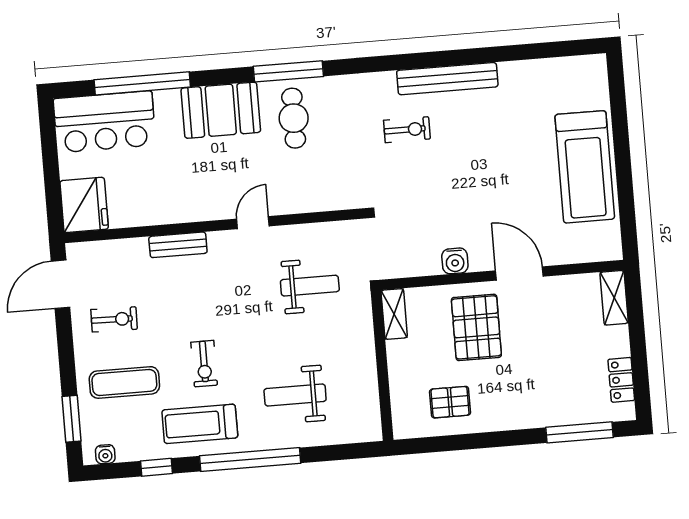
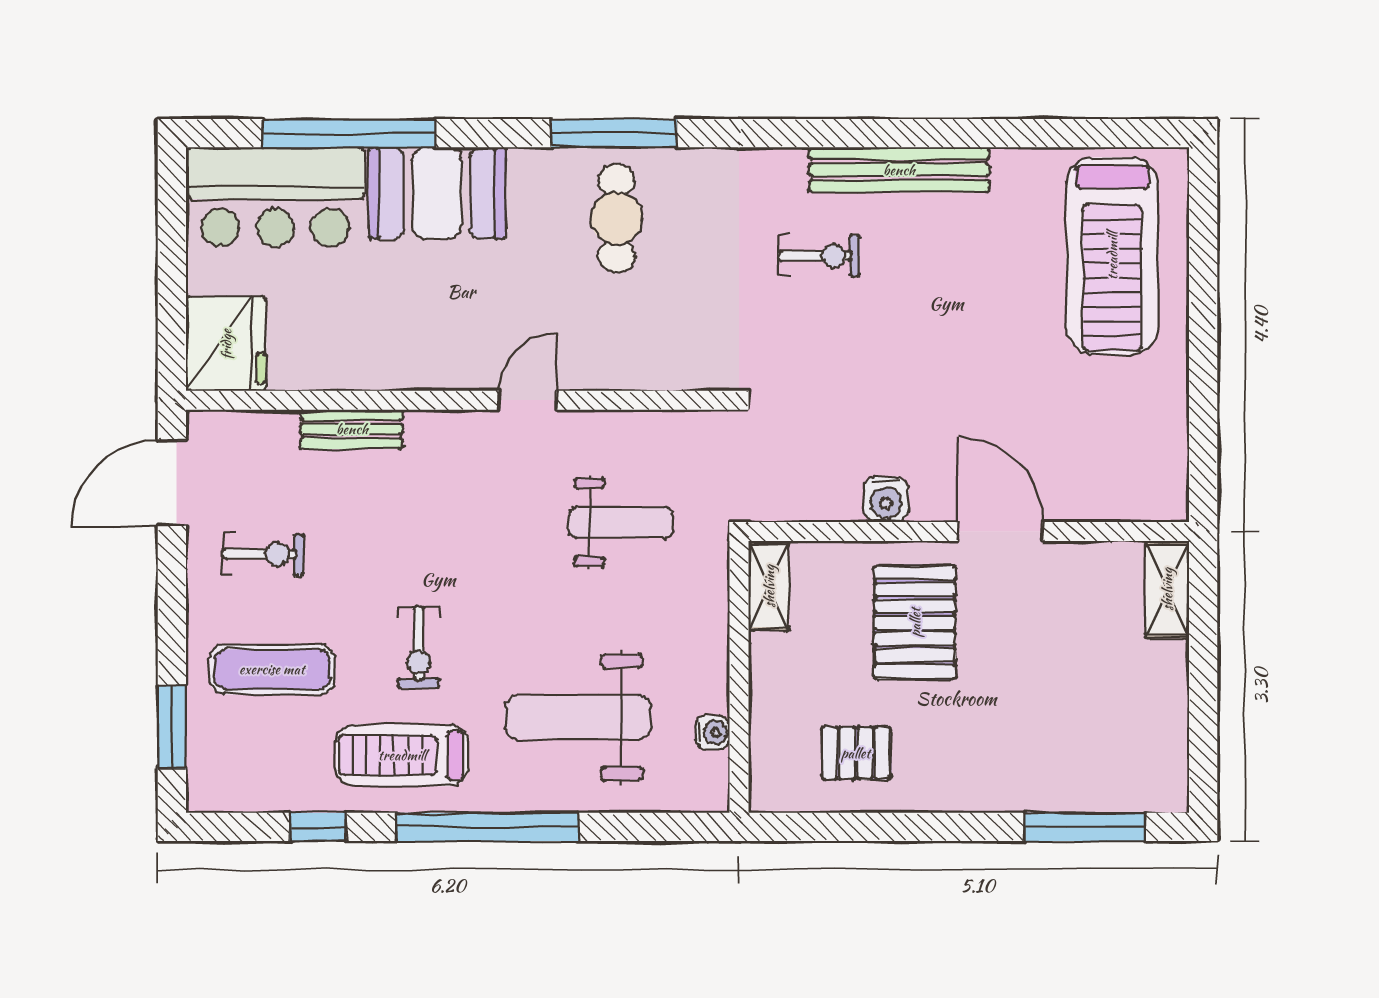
booth: (221, 110) -> (437, 193), moved
treadmill: (585, 167) -> (1112, 256), moved
bench: (178, 245) -> (352, 429), moved
locker: (621, 380) -> (1168, 738), removed
weight bench: (295, 395) -> (578, 717), width x1.36, depth x1.33
water cooler: (105, 454) -> (713, 732), moved, turned -90

